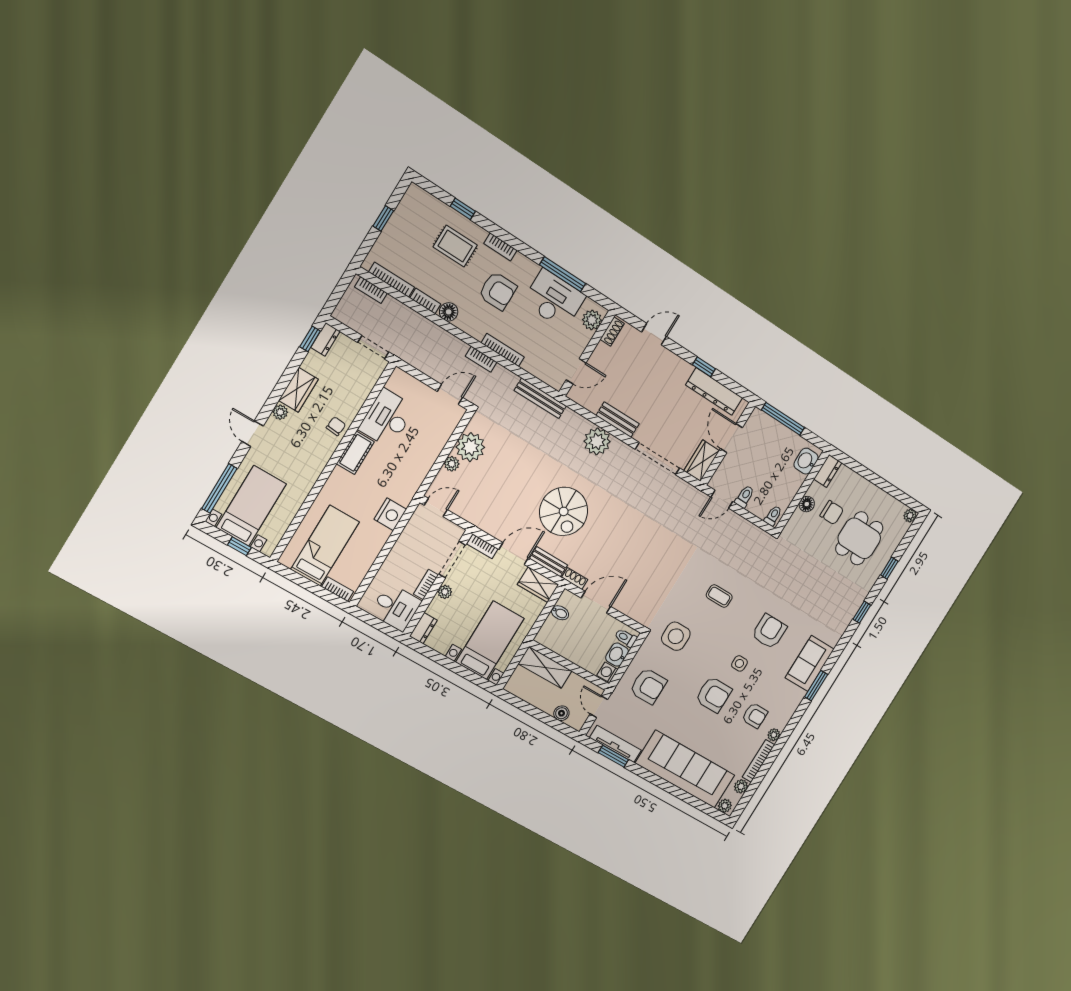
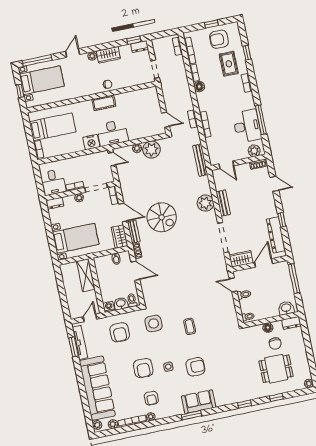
armchair: (498, 291) -> (219, 39), moved, turned 90
desk: (387, 418) -> (112, 133), moved, turned 180
spiral stairs: (564, 511) -> (162, 217), turned -90
boiler: (561, 713) -> (72, 303), removed

